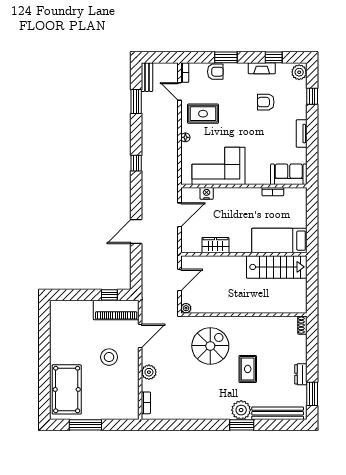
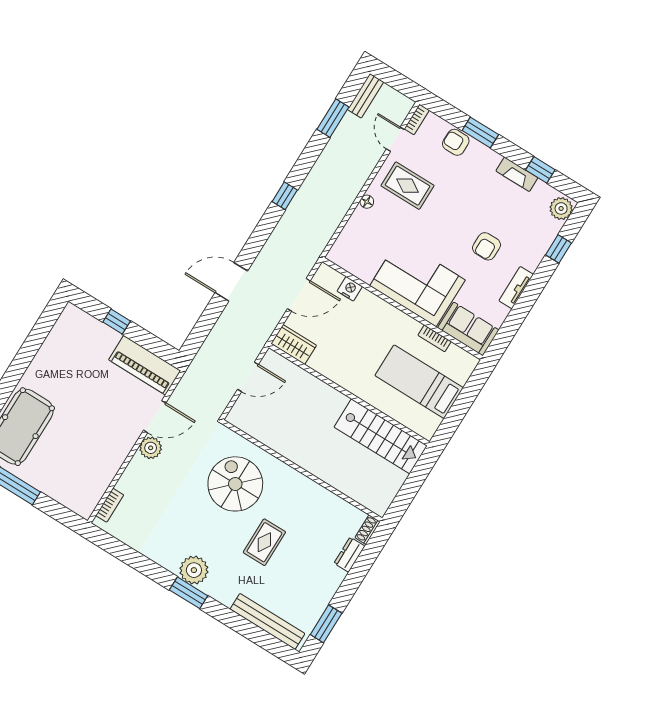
armchair: (215, 72) -> (456, 142), turned 180
armchair: (266, 102) -> (487, 246), moved, turned -90
corner sofa: (219, 166) -> (417, 283), moved
bed: (279, 241) -> (419, 382), moved
wardrobe: (215, 245) -> (294, 344), moved
window: (109, 295) -> (117, 322), moved
plant: (186, 308) -> (234, 417), removed
spiral stairs: (210, 346) -> (235, 484), turned -90
stool: (109, 357) -> (99, 419), removed
plant: (149, 372) -> (151, 448), moved
dresser: (301, 374) -> (349, 555), moved
plant: (241, 410) -> (194, 570), moved
window: (242, 425) -> (189, 593), moved

